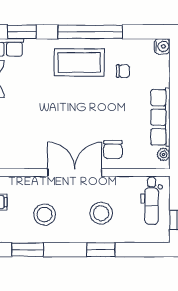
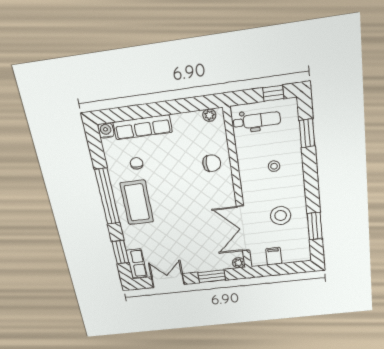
row of seats: (160, 117) -> (143, 127), moved
double door: (75, 173) -> (243, 229), moved
stool: (101, 213) -> (274, 166), width x0.53, depth x0.53
window: (101, 250) -> (307, 133), moved

